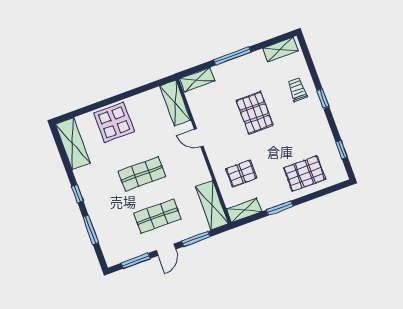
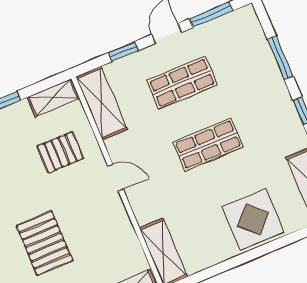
door: (199, 138) -> (116, 178), moved
window: (196, 239) -> (123, 52), width x0.67

